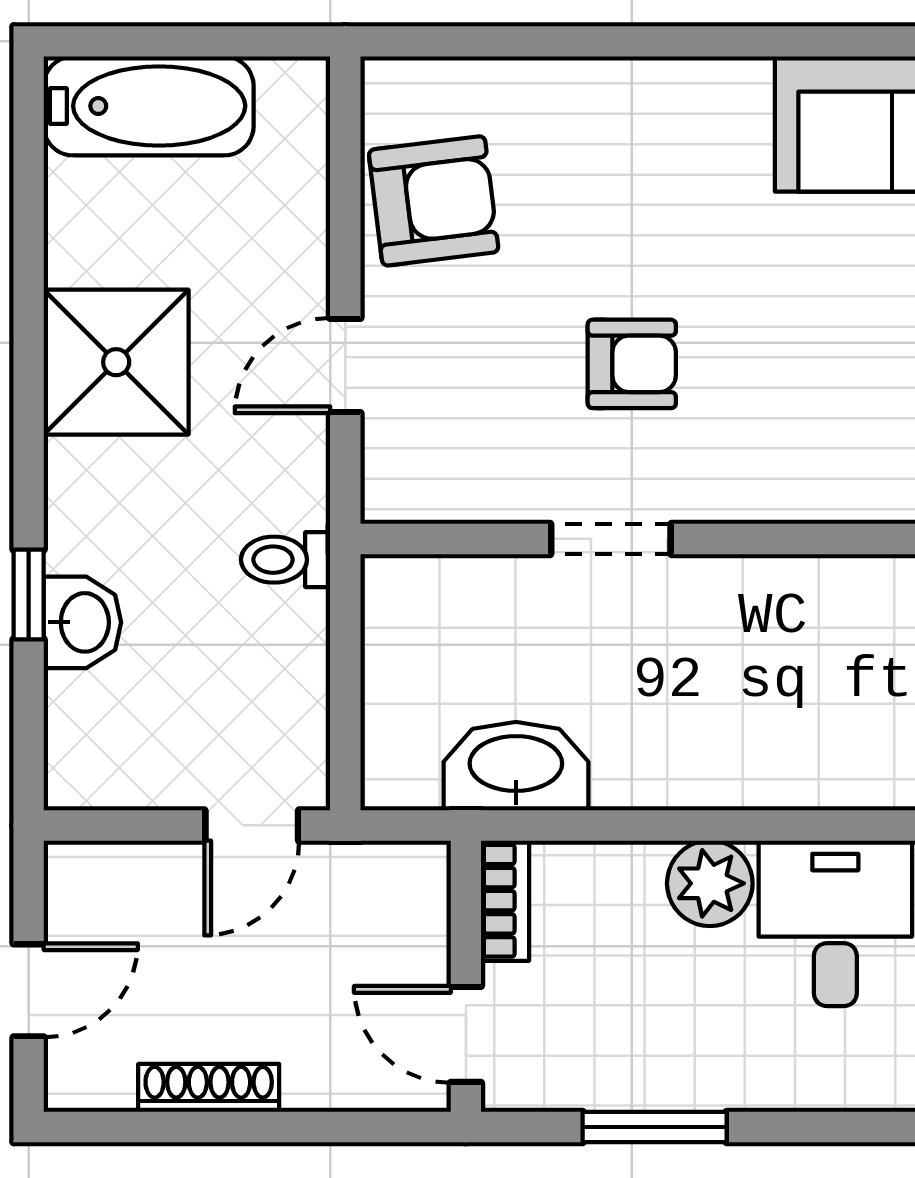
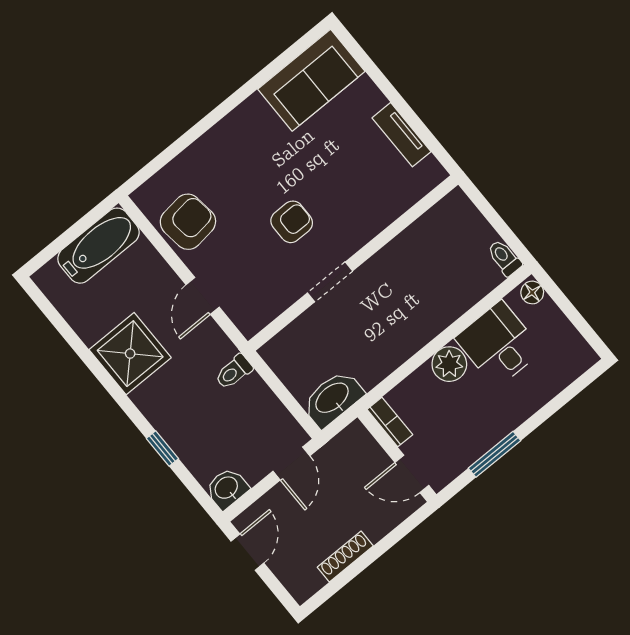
bathtub: (149, 106) -> (98, 246), moved
washbasin: (82, 622) -> (227, 488), moved, turned -90
washbasin: (516, 766) -> (333, 399), moved
door: (29, 990) -> (247, 552), moved

